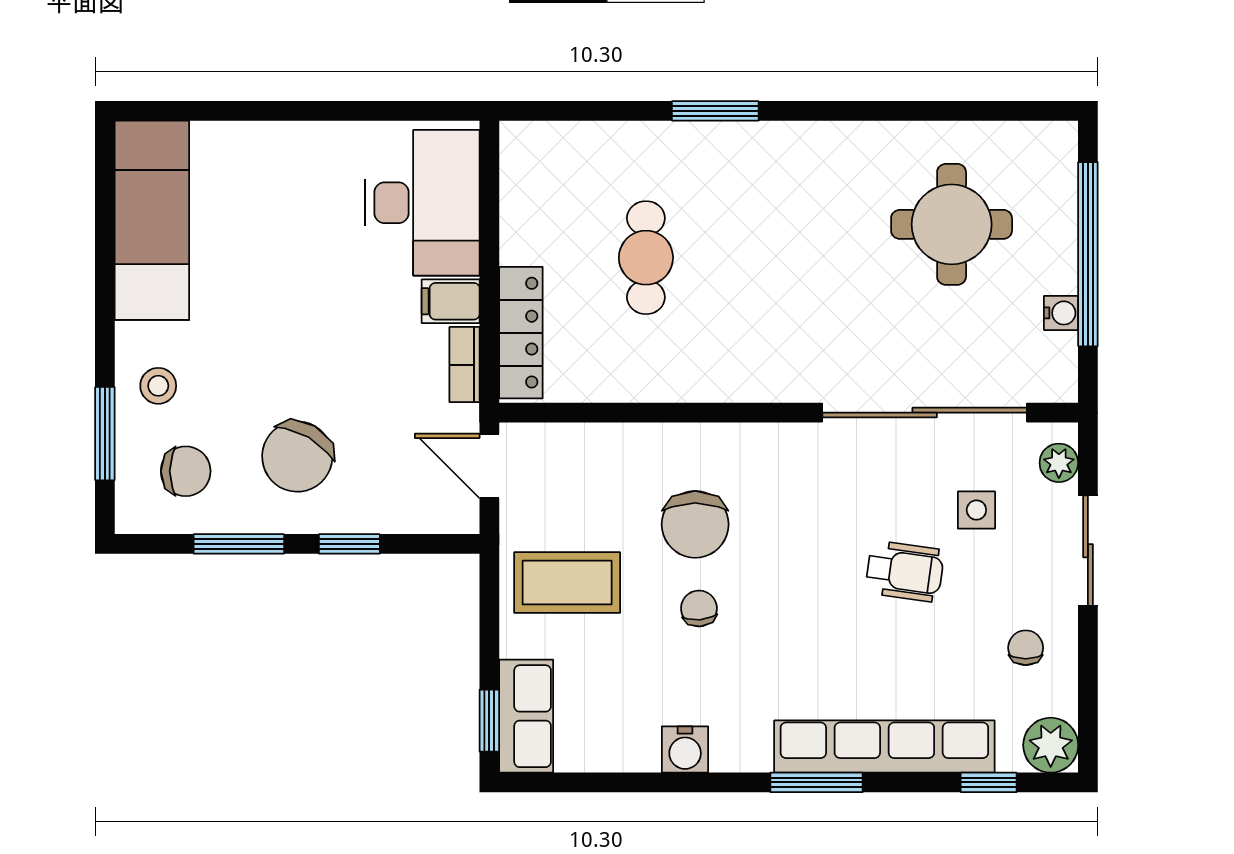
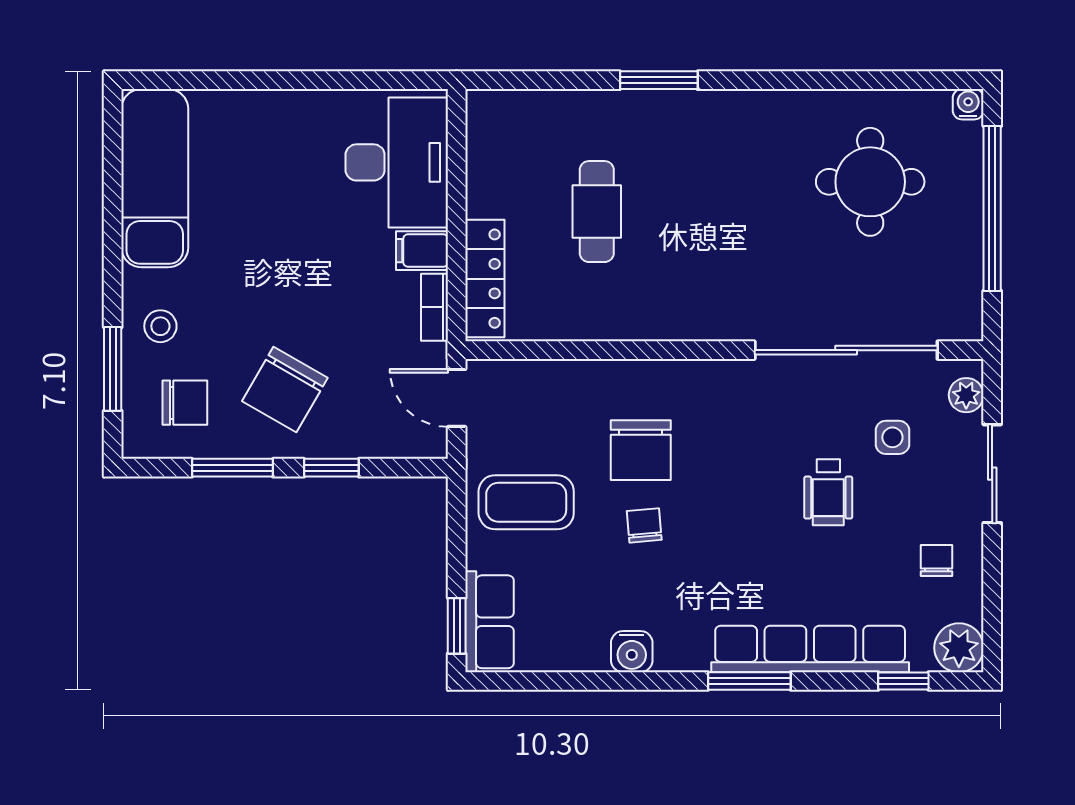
water cooler: (1061, 313) -> (968, 104), moved, turned -90
wheelchair: (905, 571) -> (828, 492), turned 82

